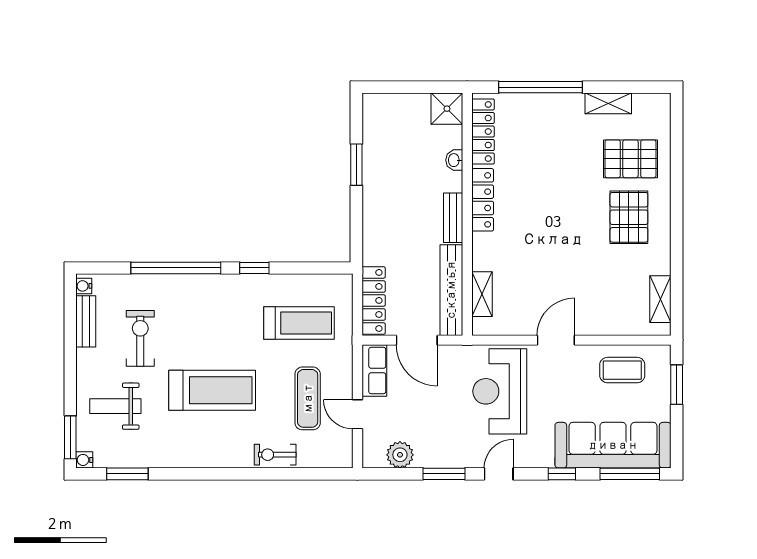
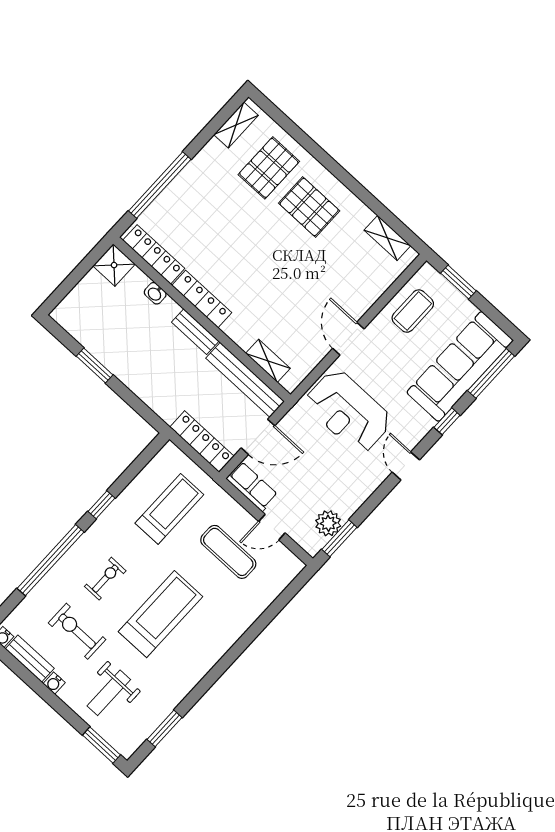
shelving: (608, 103) -> (236, 125), moved
exercise bike: (275, 455) -> (105, 579), moved, turned 180
water cooler: (84, 460) -> (54, 683), moved
window: (444, 474) -> (339, 538), moved

